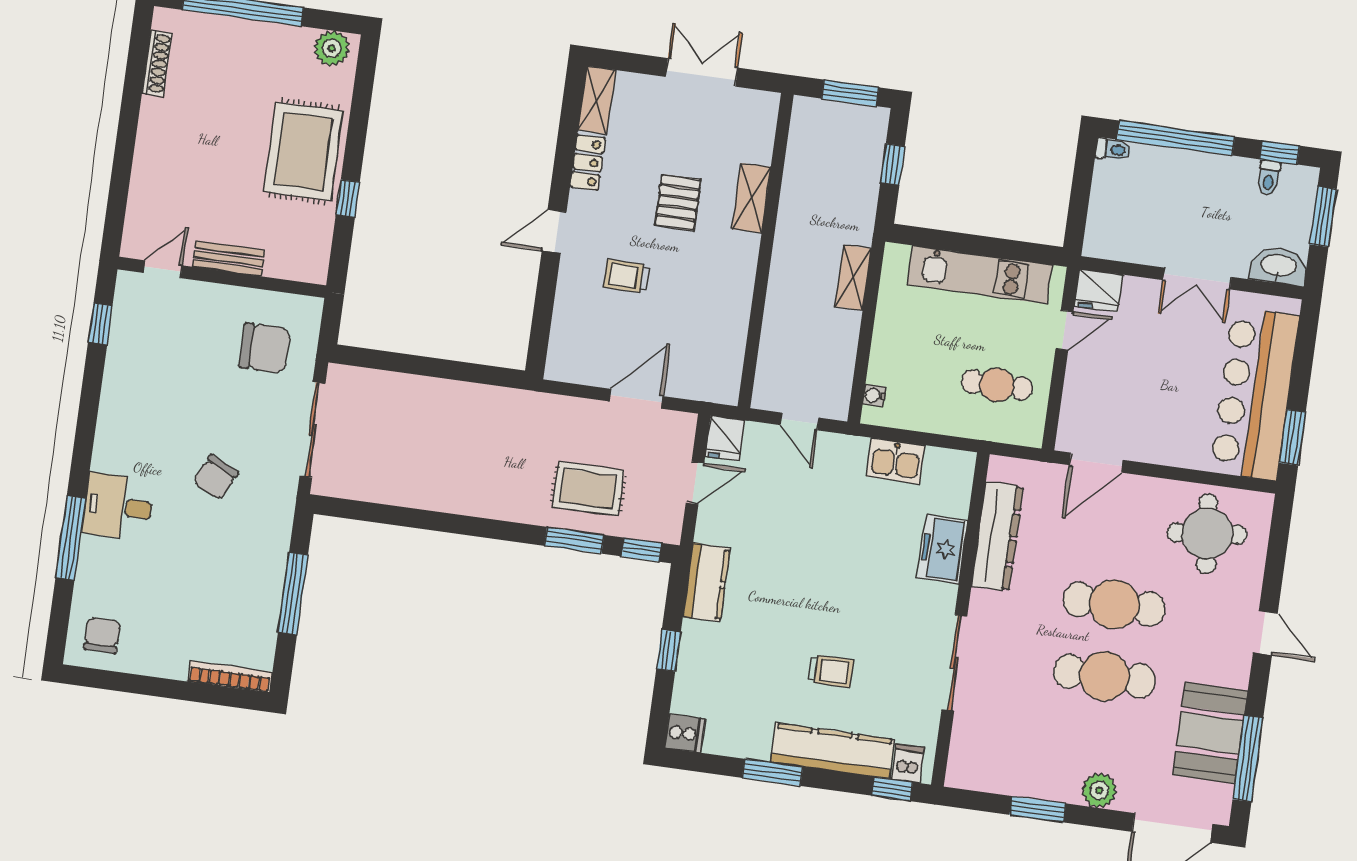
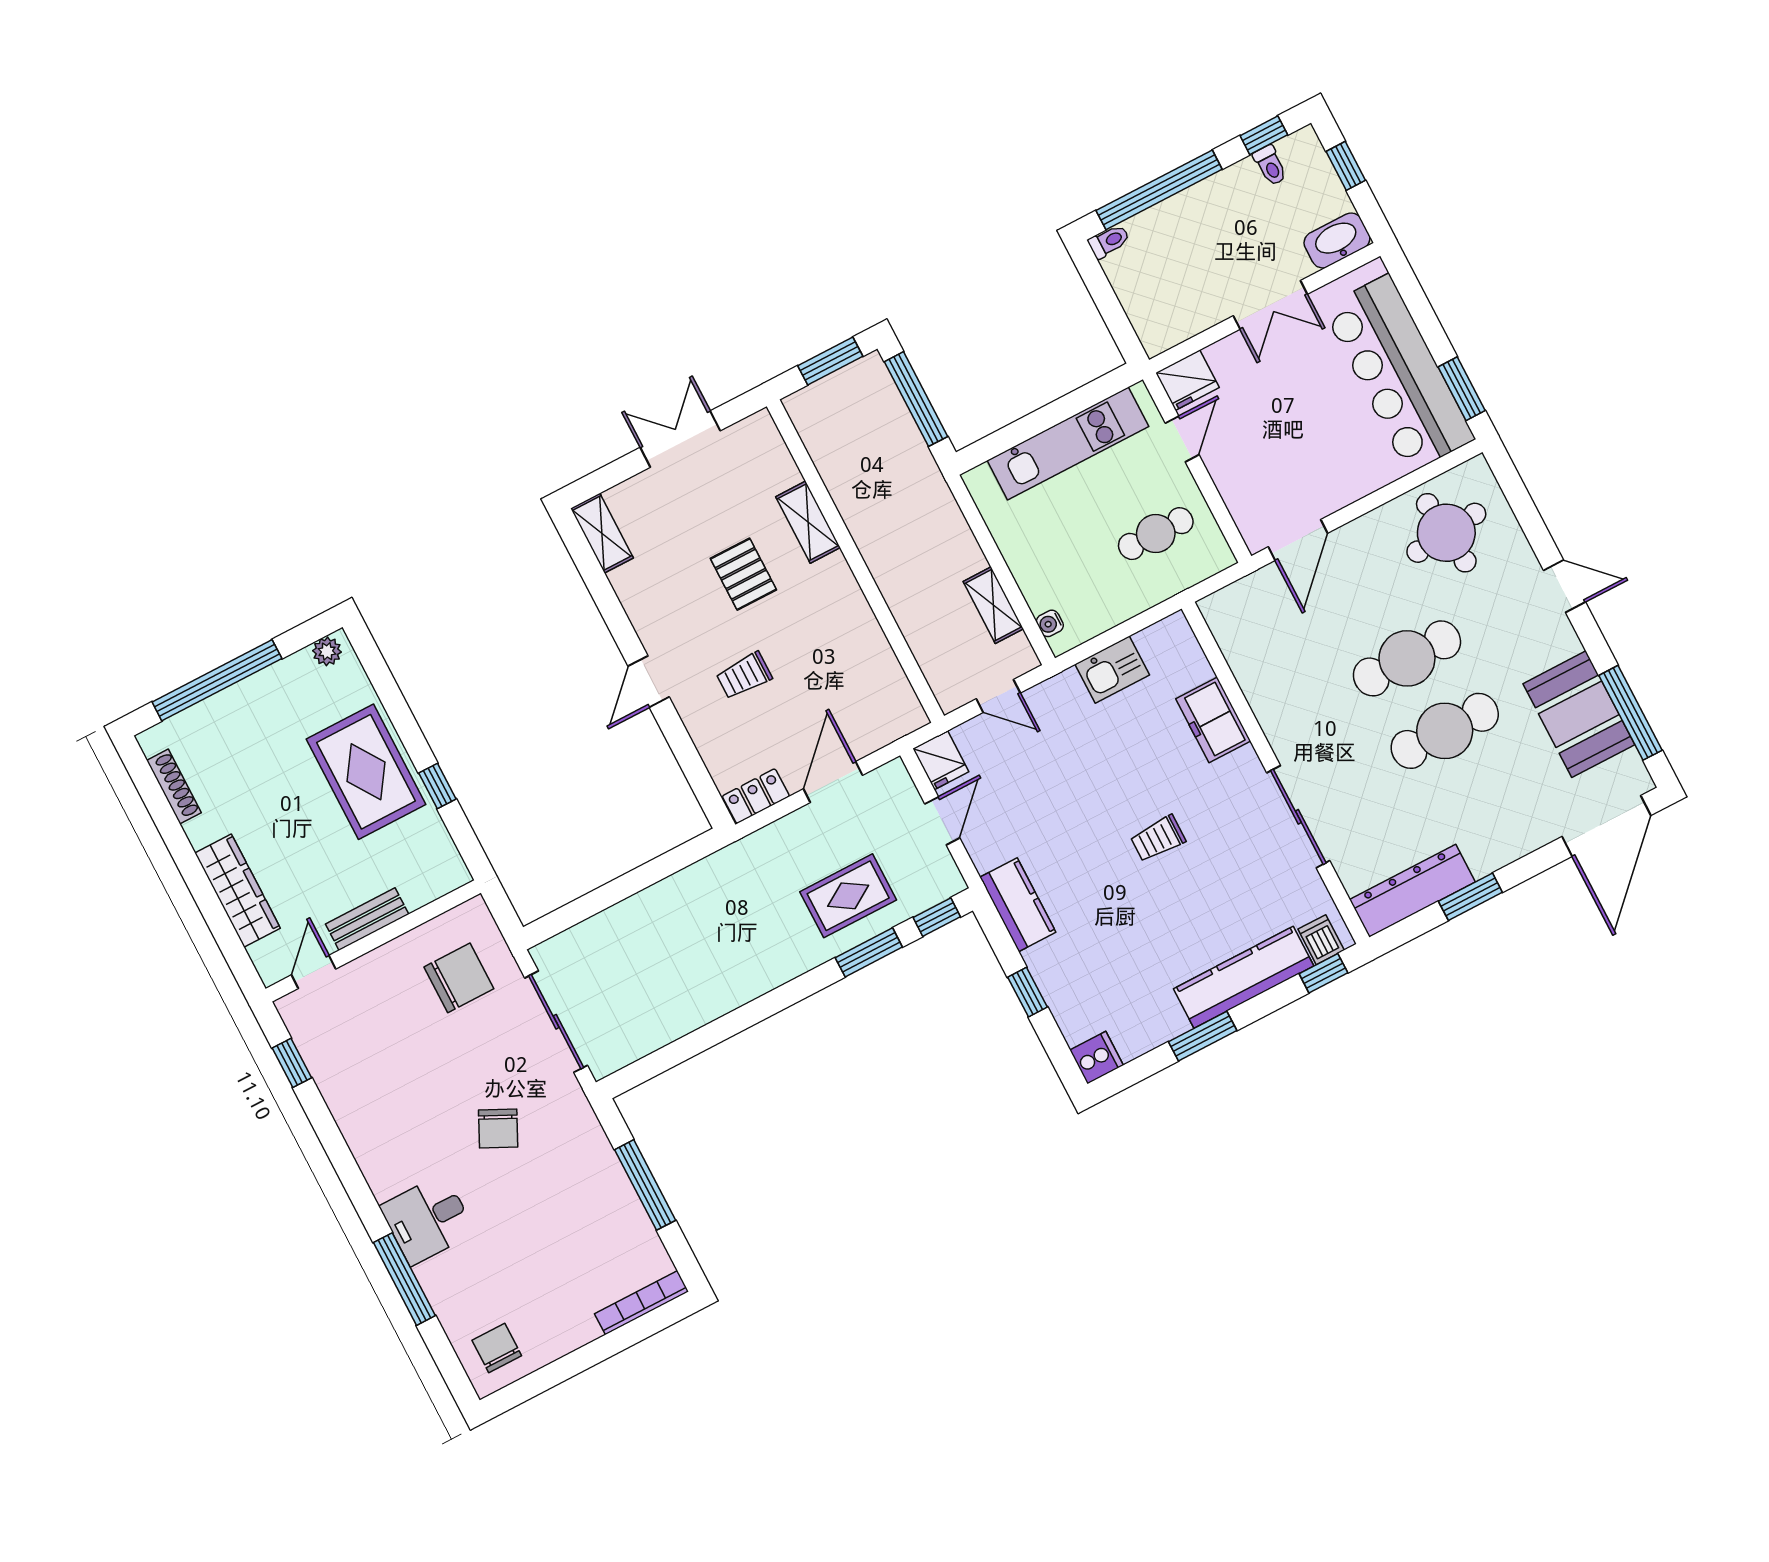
plant: (332, 48) -> (327, 651), width x0.73, depth x0.73
locker: (588, 162) -> (756, 796), moved, turned -90
window: (893, 164) -> (916, 399), width x2.17
wardrobe: (150, 171) -> (238, 891), added
window: (1323, 217) -> (1346, 166), width x0.67
shelving: (853, 278) -> (993, 605), moved
dresser: (998, 536) -> (1412, 891), moved, turned -90
trolley: (831, 671) -> (1158, 839), moved, turned 180
plant: (1099, 790) -> (1515, 839), removed

